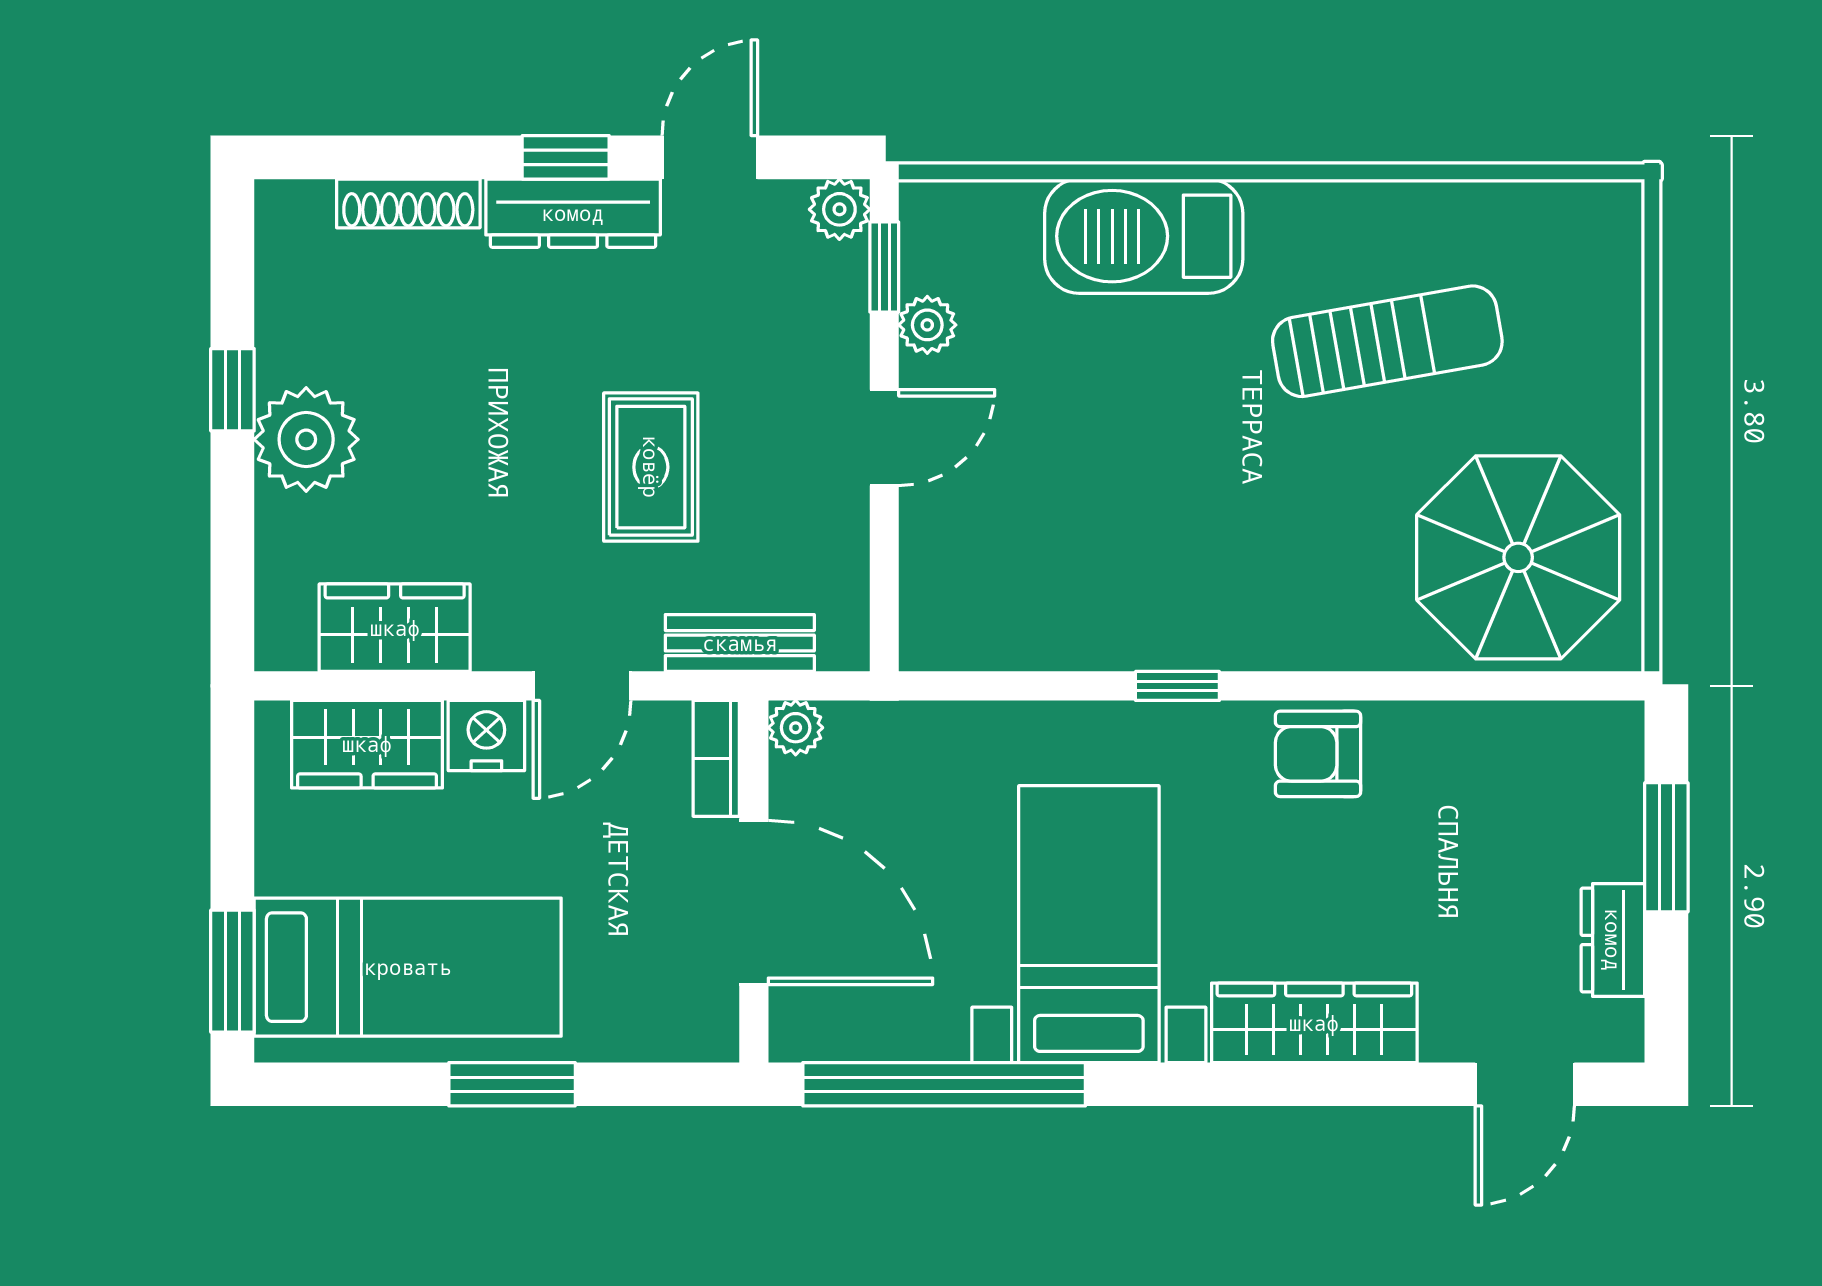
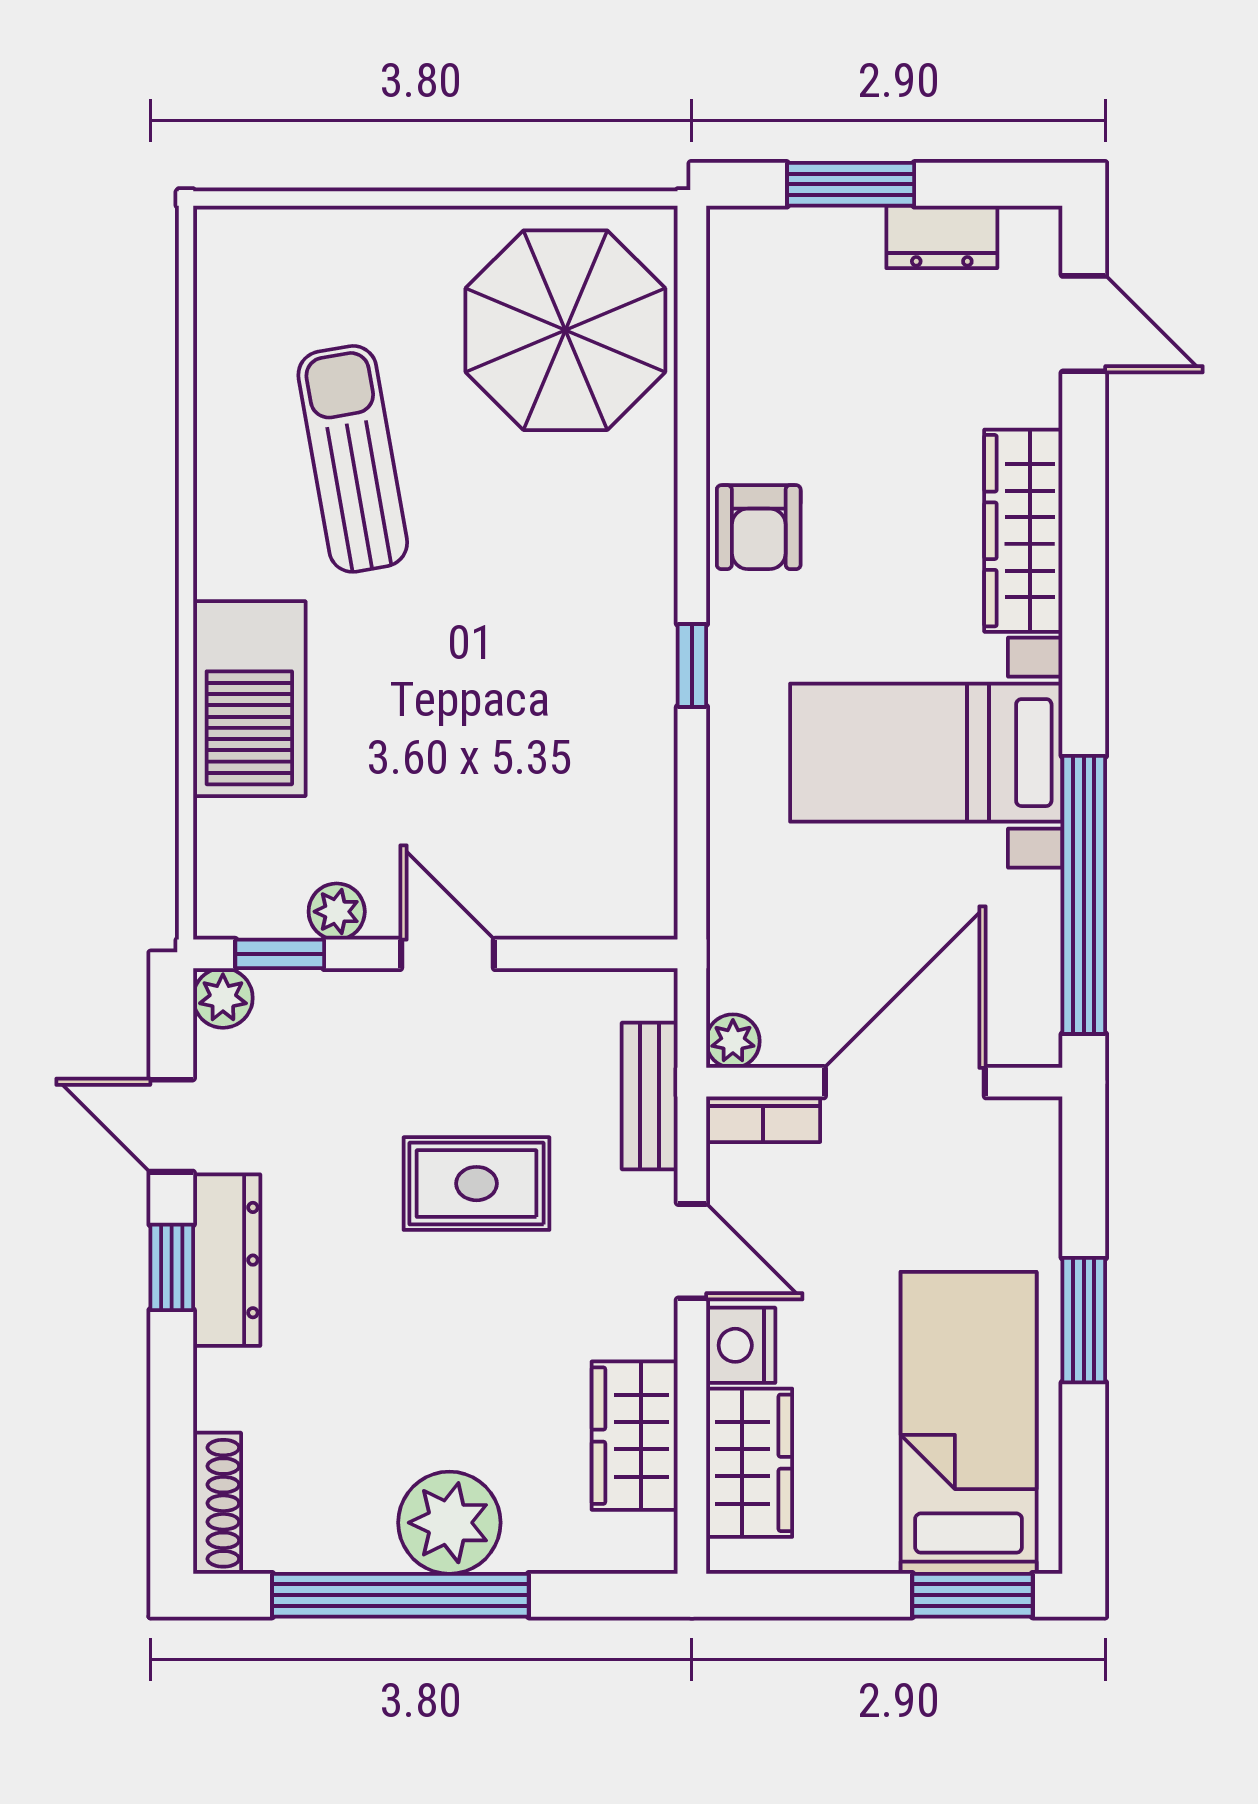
shoe rack: (408, 203) -> (217, 1503), moved
window: (232, 390) -> (400, 1595), width x3.17

